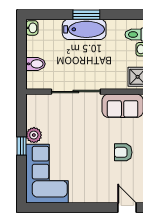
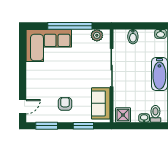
plant: (34, 135) -> (97, 35), moved
window: (22, 146) -> (70, 26), width x3.17

